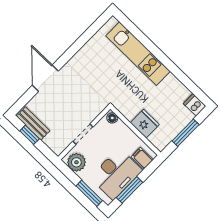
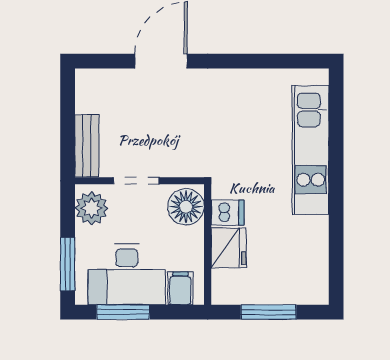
dishwasher: (195, 105) -> (228, 213), moved, turned 90
floor lamp: (112, 118) -> (186, 207), width x1.89, depth x1.89
bench: (33, 123) -> (87, 146), moved
window: (30, 135) -> (68, 112), removed

